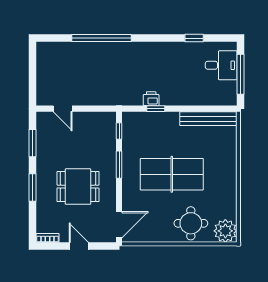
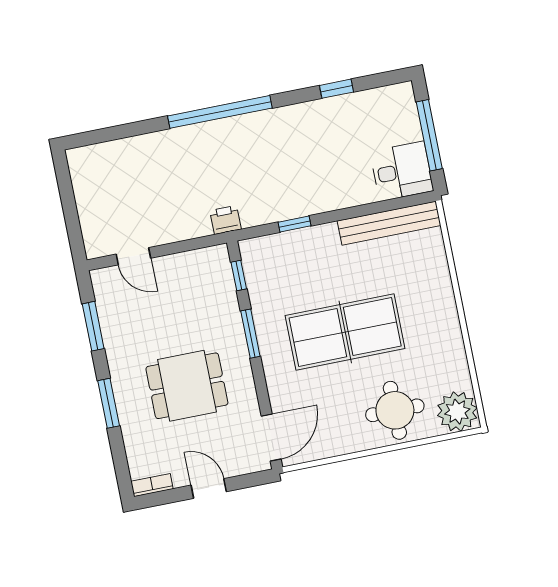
window: (102, 38) -> (220, 112), moved
desk: (221, 65) -> (402, 171), moved
printer: (151, 99) -> (225, 220), moved

